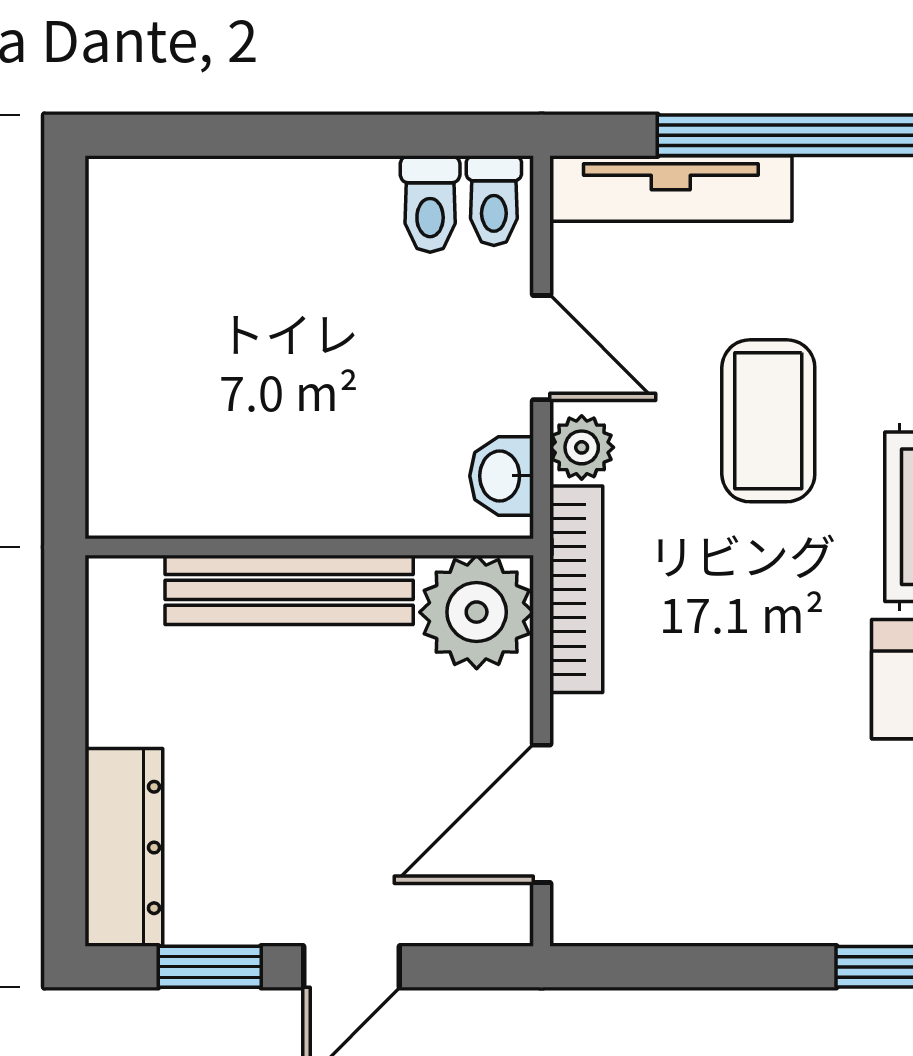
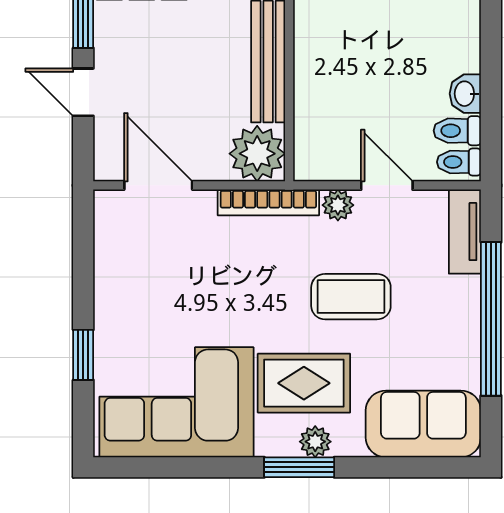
tv unit: (671, 189) -> (465, 232), width x0.71
door: (542, 348) -> (387, 185), swing flipped
washbasin: (502, 476) -> (465, 94), moved, turned -90

